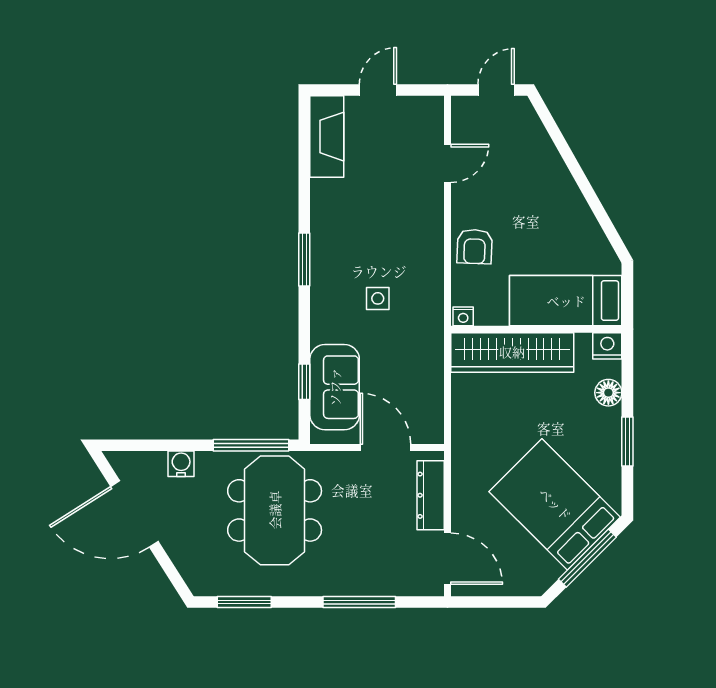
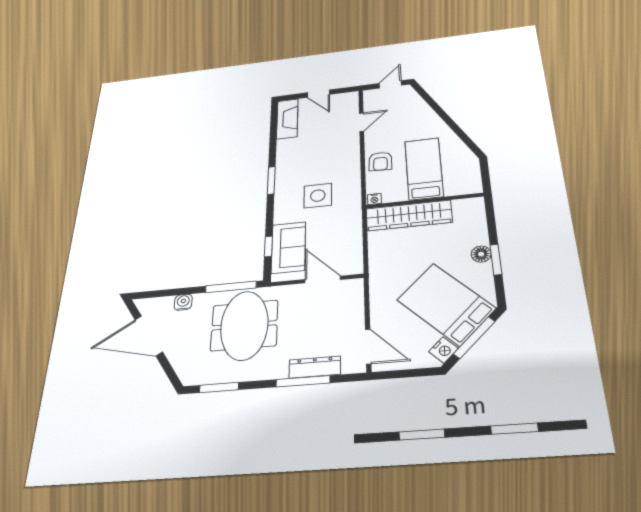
door: (378, 90) -> (319, 94), swing flipped
side table: (378, 298) -> (318, 196), width x1.87, depth x1.87
bed: (566, 301) -> (424, 169), moved, turned 90
nightstand: (607, 346) -> (443, 350), moved, turned 135
floor lamp: (608, 393) -> (481, 254), moved
dresser: (431, 495) -> (315, 367), moved, turned 90

